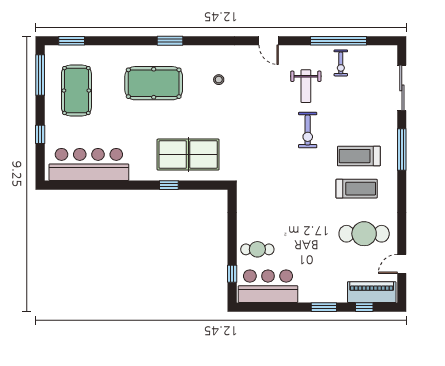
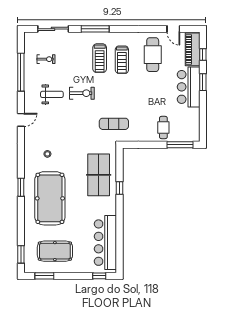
exercise bike: (341, 63) -> (46, 59), moved
window: (40, 75) -> (44, 276), width x0.69
pool table: (154, 83) -> (50, 198), width x1.36, depth x1.32
window: (40, 134) -> (99, 276), moved
exercise mat: (263, 177) -> (114, 124), added
treadmill: (357, 189) -> (122, 60), turned 180
window: (232, 274) -> (180, 145), width x2.17
bar counter: (268, 286) -> (189, 87), moved

